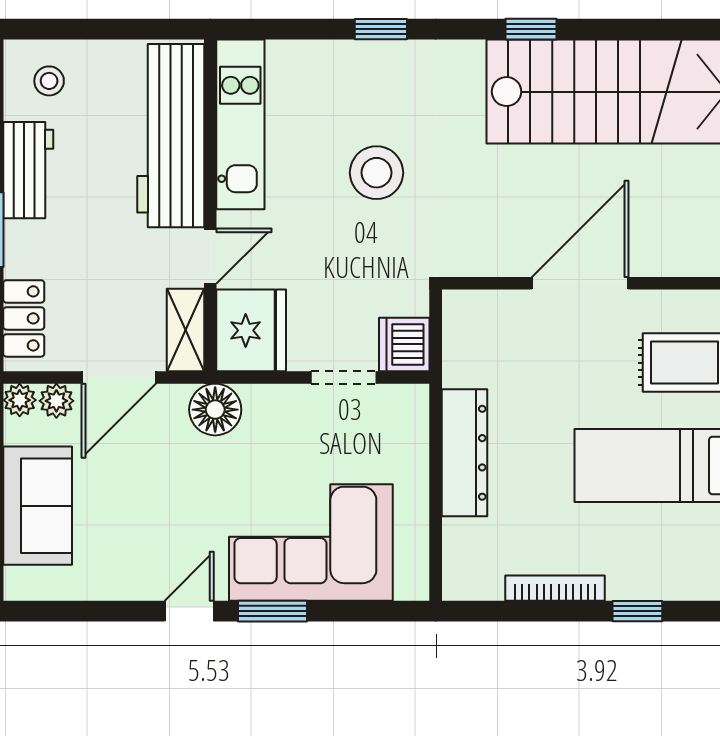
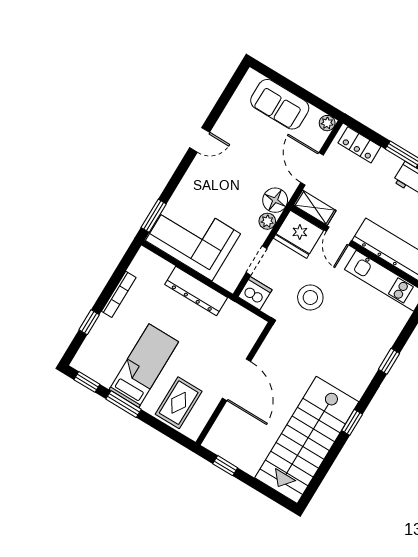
stool: (376, 173) -> (310, 297), moved
plant: (56, 401) -> (267, 221), moved
corner sofa: (311, 543) -> (193, 237), moved, turned -90
door: (189, 611) -> (200, 140), hinge flipped
window: (273, 611) -> (154, 216), moved

